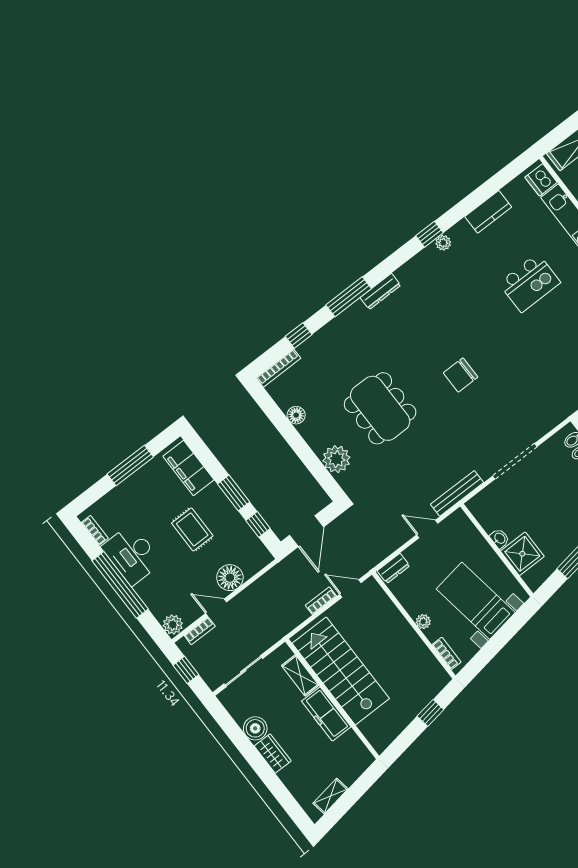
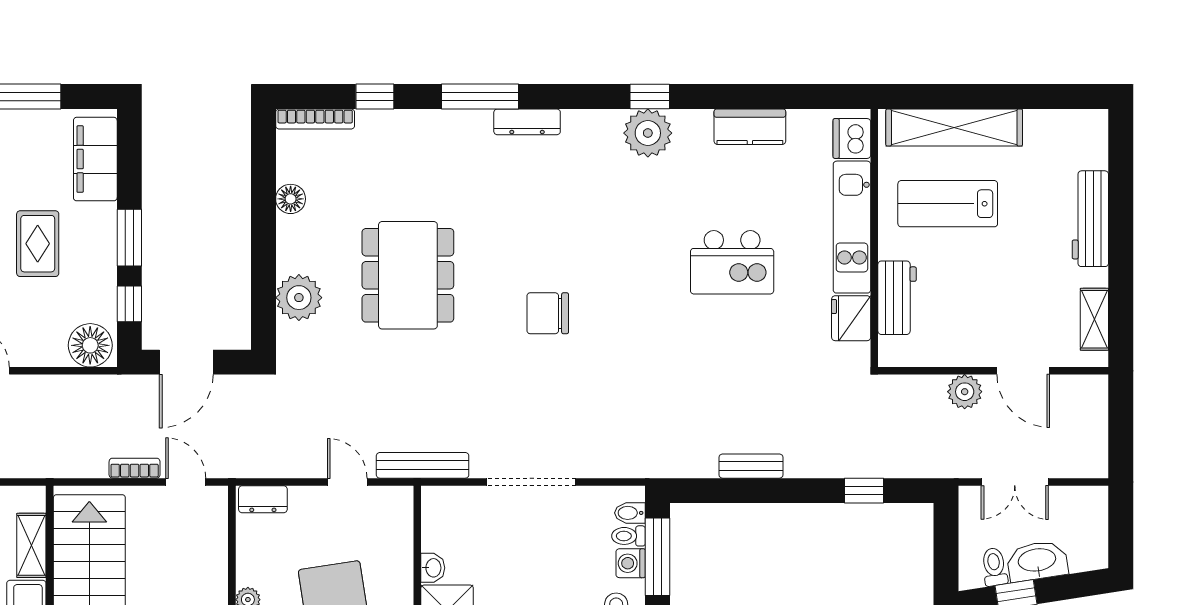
plant: (443, 243) -> (648, 133), width x1.88, depth x1.88
floor lamp: (230, 578) -> (90, 345), moved

